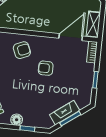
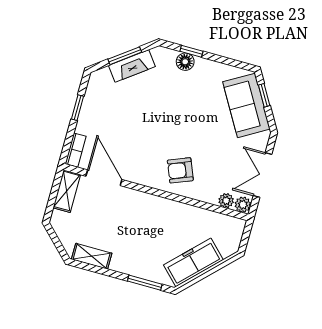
door: (71, 37) -> (104, 178), swing flipped
armchair: (46, 68) -> (149, 137), removed
floor lamp: (17, 120) -> (185, 62), moved

